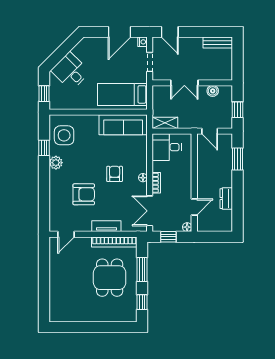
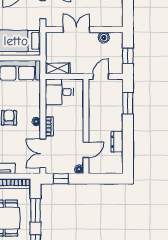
double door: (184, 83) -> (76, 30), swing flipped
door: (210, 131) -> (101, 76), swing flipped

